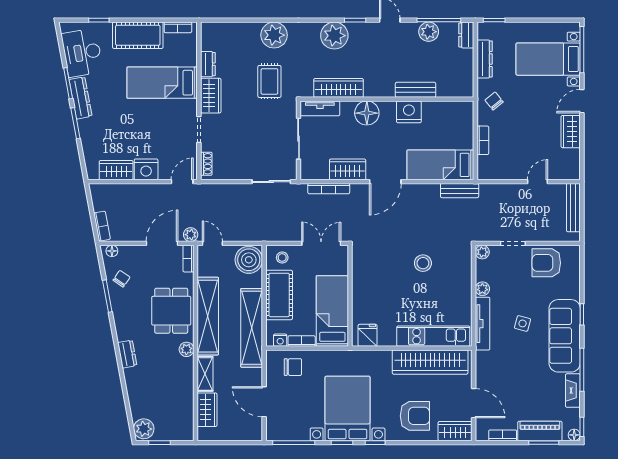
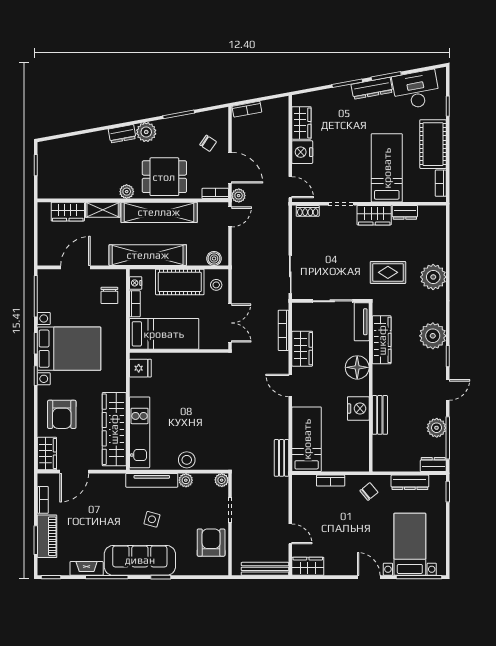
wardrobe: (571, 132) -> (308, 566), moved
door: (385, 182) -> (290, 385), width x0.73
floor lamp: (112, 251) -> (223, 119), removed
boiler: (249, 260) -> (214, 259), width x0.54, depth x0.54
stool: (423, 263) -> (187, 460), moved
chair: (122, 279) -> (208, 143), moved
plant: (144, 429) -> (146, 132), moved
floor lamp: (574, 435) -> (43, 570), removed

